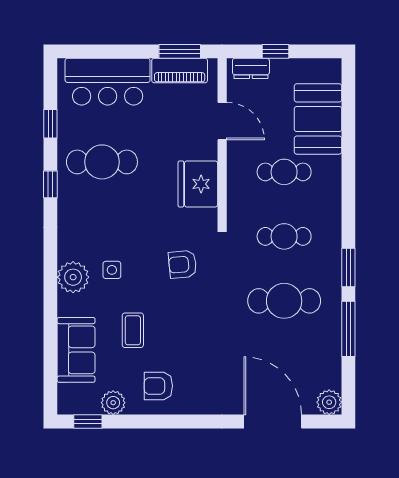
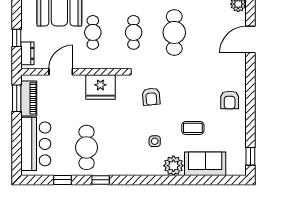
plant: (73, 277) -> (173, 166), moved
armchair: (158, 386) -> (230, 100), moved
plant: (113, 403) -> (239, 140), removed
door: (273, 421) -> (250, 40), width x0.73

